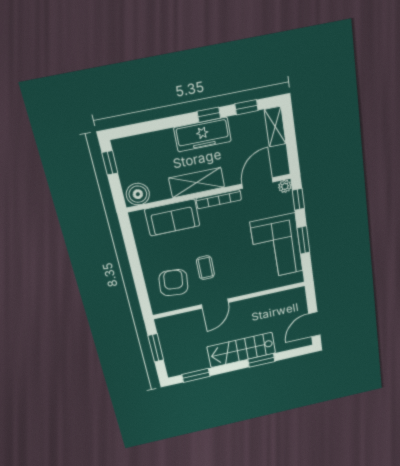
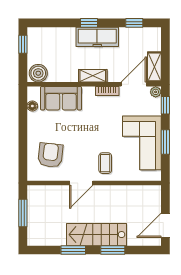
window: (209, 115) -> (89, 23), moved
shelving: (275, 127) -> (154, 67), moved
shelving: (197, 183) -> (93, 76), width x0.67, depth x0.75
bookcase: (219, 199) -> (107, 91), width x0.64
floor lamp: (140, 234) -> (32, 106), added
coffee table: (205, 268) -> (105, 163), moved
window: (196, 375) -> (73, 250), moved

